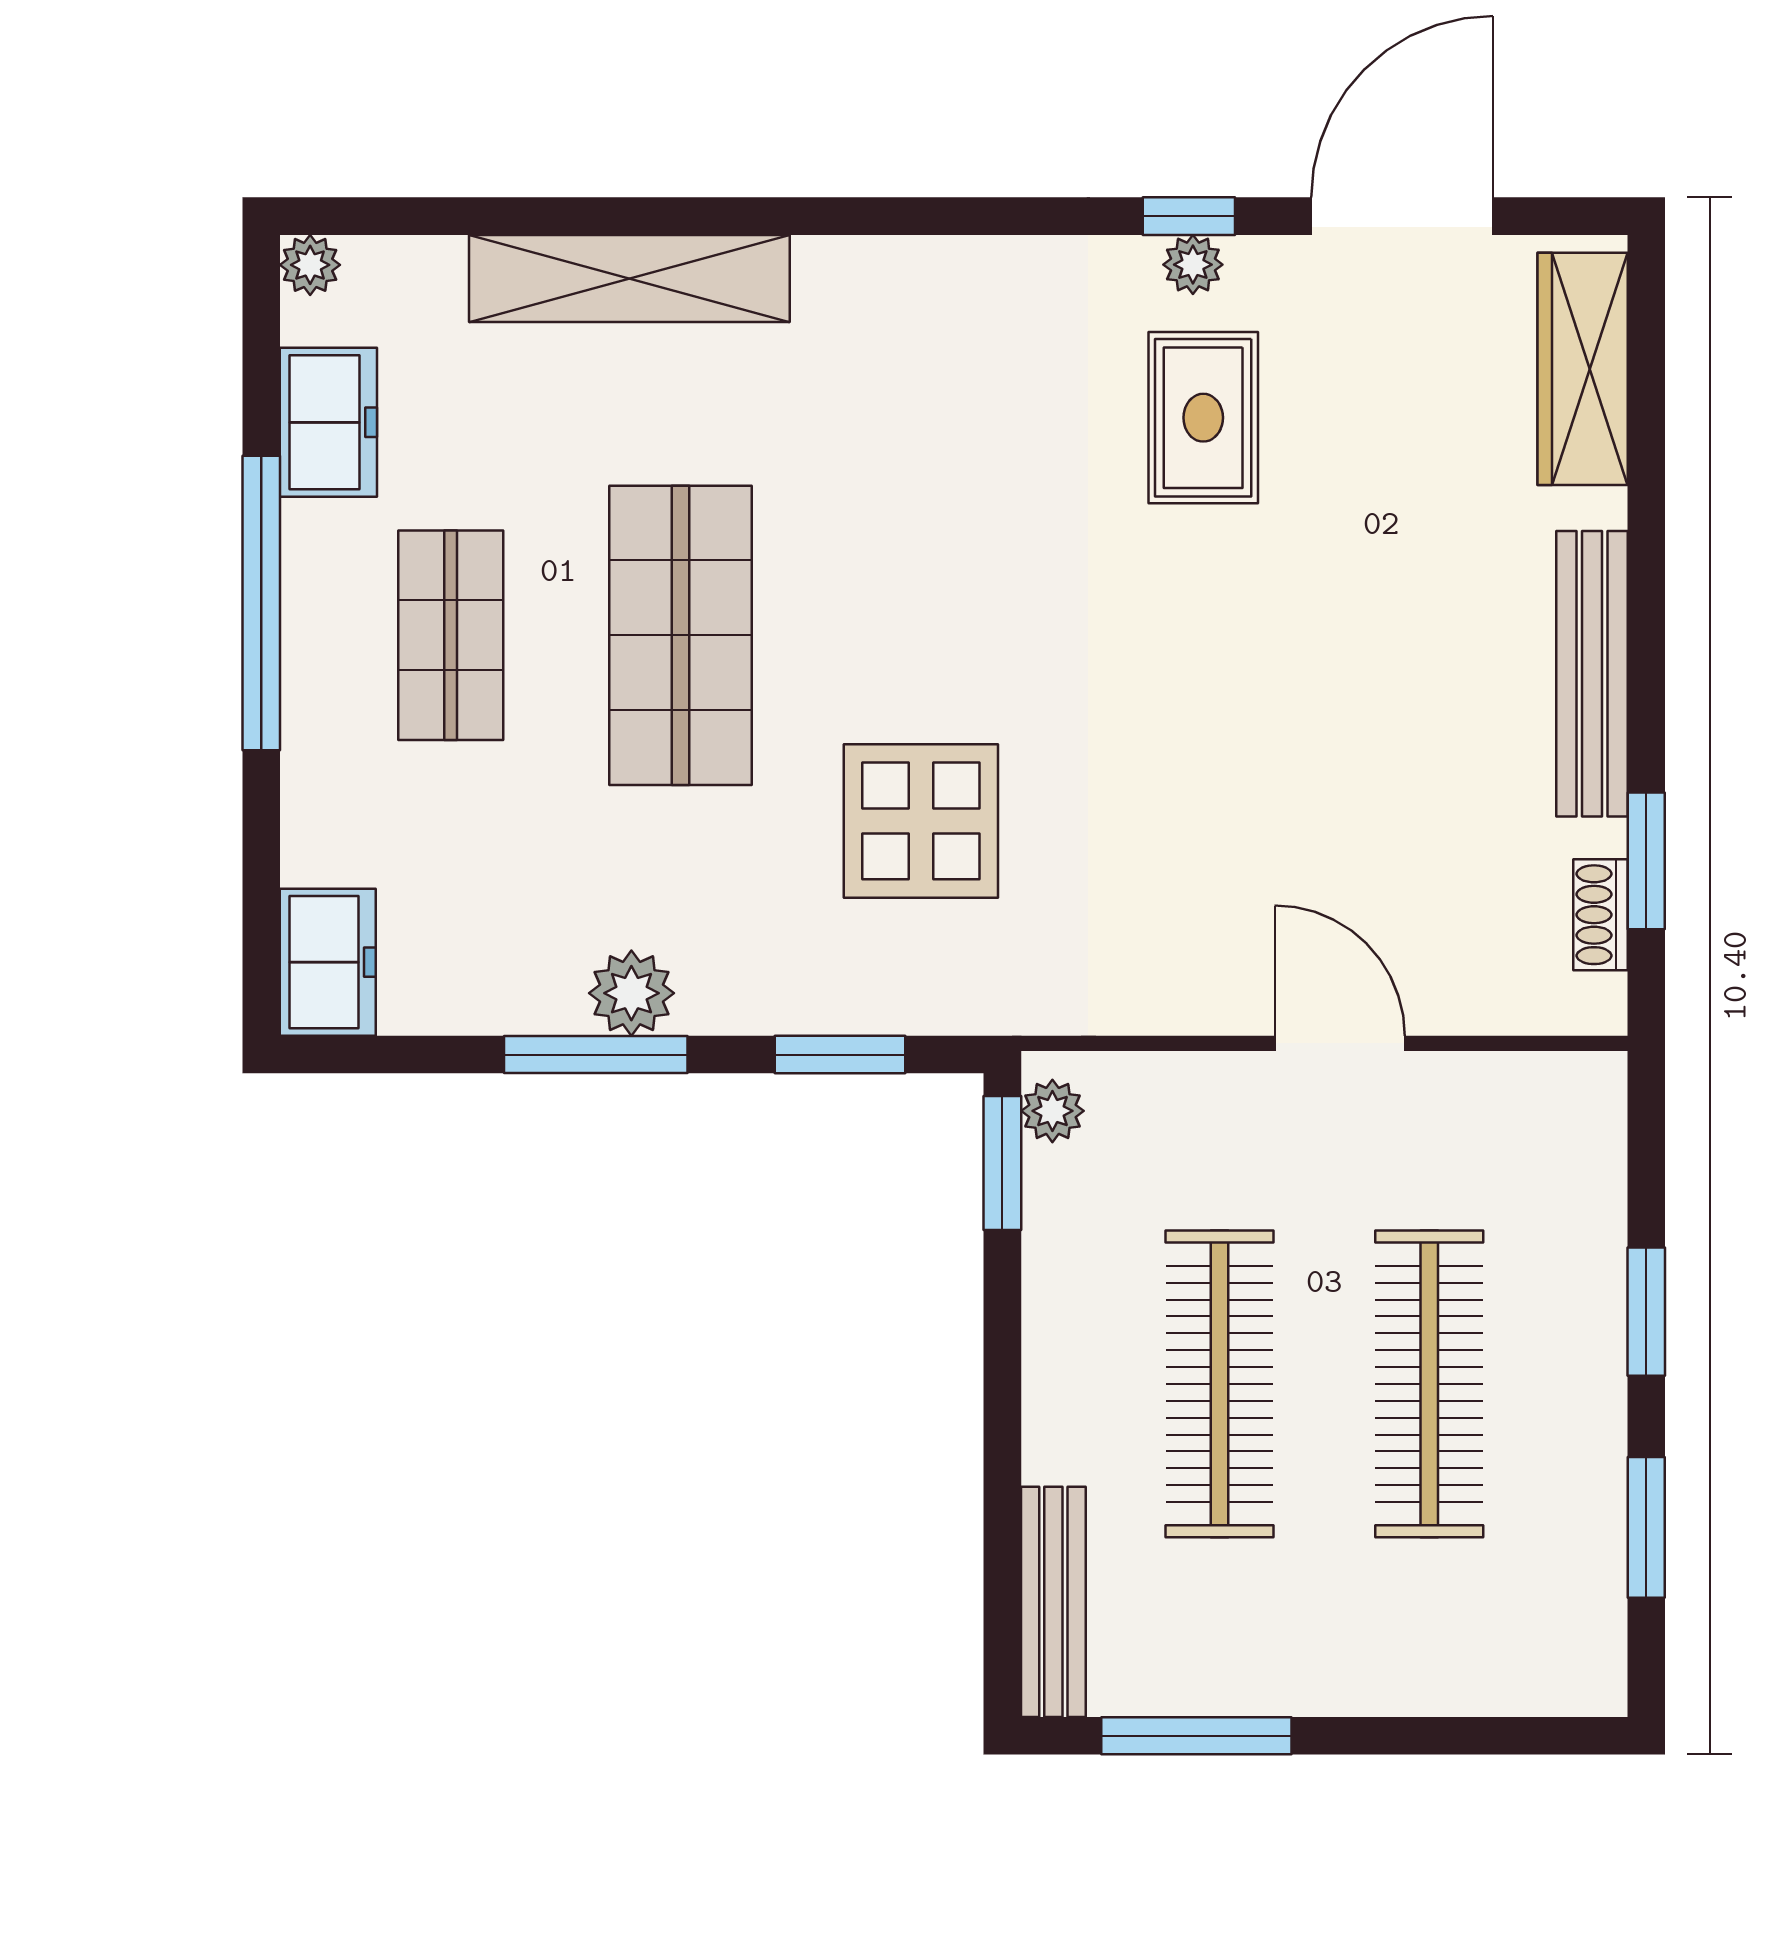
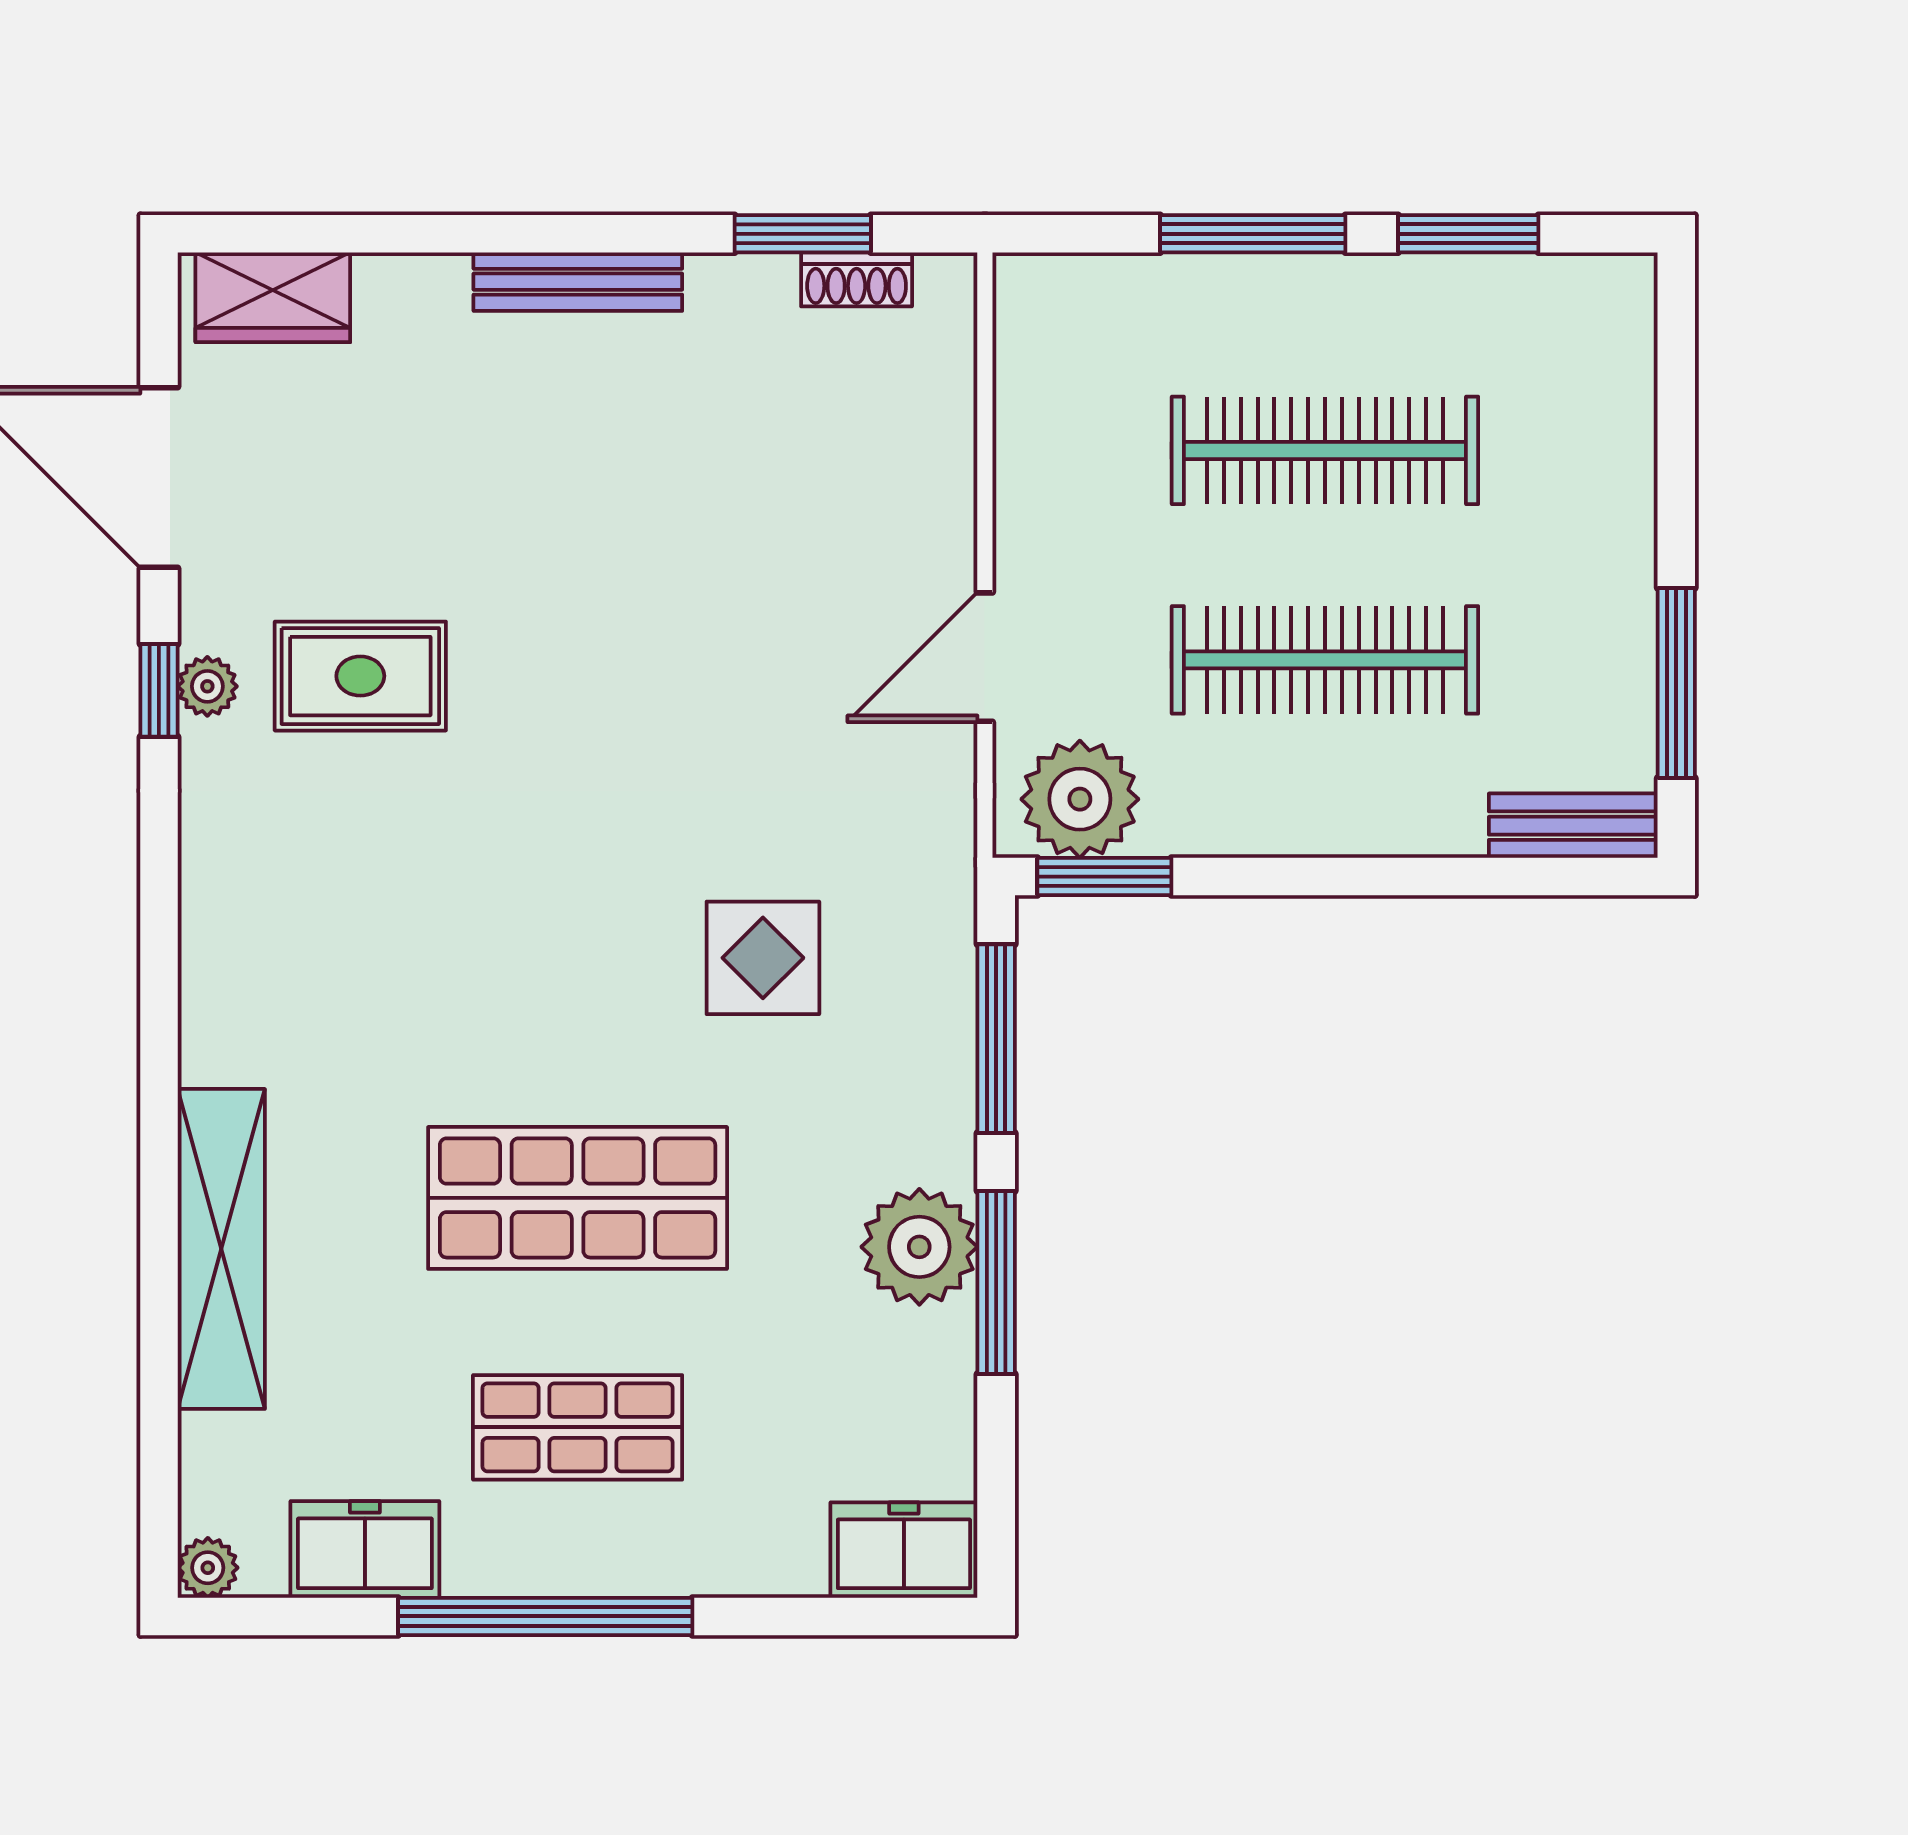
wardrobe: (1583, 369) -> (273, 297), width x0.67
bench: (1592, 674) -> (578, 282), width x0.73, depth x0.82
display table: (921, 821) -> (763, 958), width x0.73, depth x0.73
plant: (631, 993) -> (919, 1247), width x1.36, depth x1.36
door: (1340, 1043) -> (985, 657), moved
window: (840, 1055) -> (996, 1039), width x1.44
plant: (1052, 1111) -> (1080, 799), width x1.88, depth x1.88
window: (1646, 1312) -> (1253, 234), width x1.44
bench: (1053, 1602) -> (1573, 826), width x0.73

